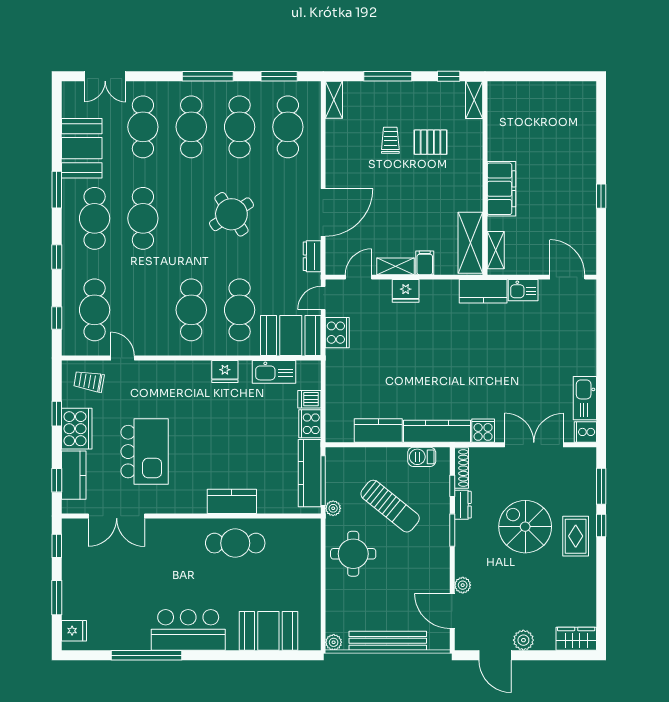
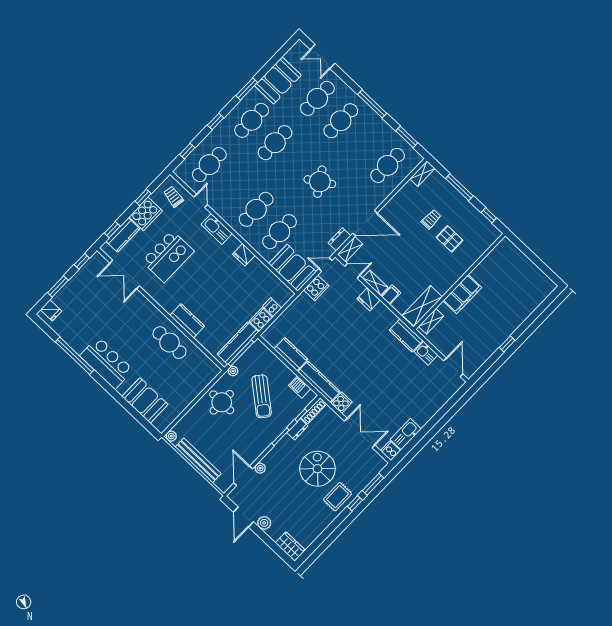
shelving: (474, 100) -> (350, 249), moved
cafe table: (240, 127) -> (364, 143), removed
kitchen sink: (274, 372) -> (217, 229), moved

